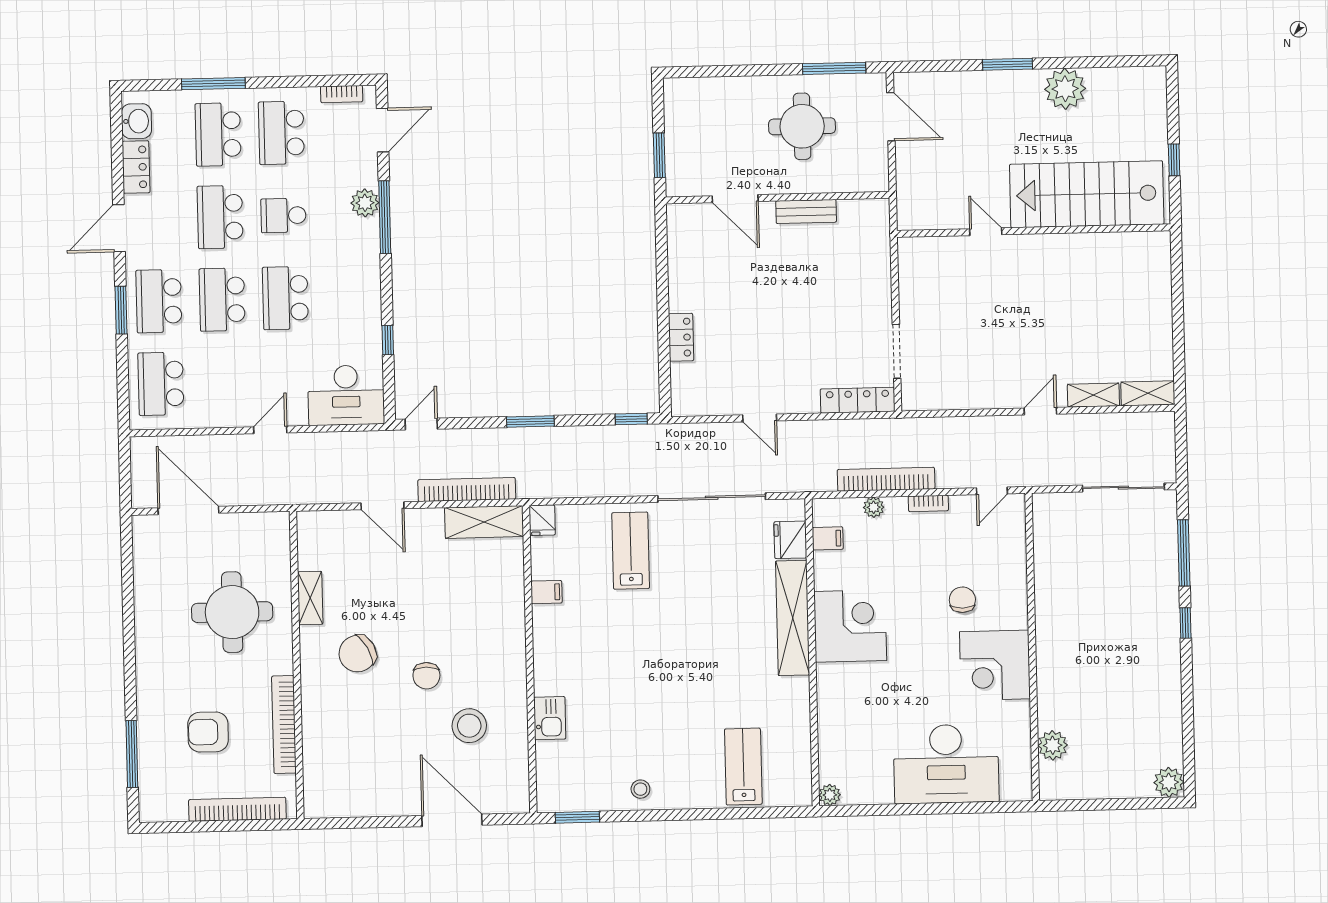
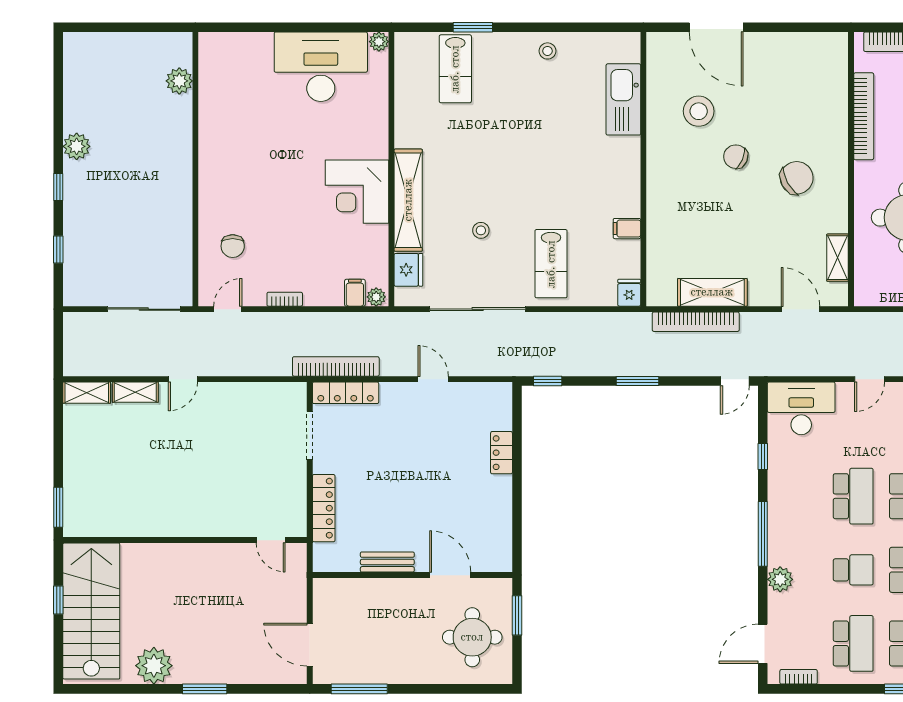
round table: (802, 126) -> (472, 637), moved
stairs: (1087, 194) -> (91, 611), moved, turned -90
window: (385, 217) -> (763, 534), moved
door: (986, 232) -> (271, 540), moved
window: (1177, 264) -> (58, 507), added
locker: (879, 270) -> (324, 508), added
bookcase: (886, 479) -> (336, 366), moved, turned 180
sliding door: (1123, 488) -> (144, 309), moved
door: (382, 506) -> (800, 309), moved
plant: (874, 507) -> (376, 297), moved
shelving: (484, 522) -> (712, 292), moved
filing cabinet: (828, 538) -> (355, 293), moved, turned 90
window: (1184, 553) -> (58, 250), width x0.46
stool: (710, 586) -> (481, 230), added
shelving: (310, 598) -> (838, 258), moved
chair: (962, 600) -> (233, 246), moved
corner desk: (995, 665) -> (229, 154), removed
chair: (426, 676) -> (736, 157), turned -67
kitchen sink: (550, 718) -> (623, 99), width x1.88, depth x1.24
desk: (946, 764) -> (321, 67), moved
plant: (1169, 782) -> (77, 146), moved
window: (577, 817) -> (473, 27), moved

